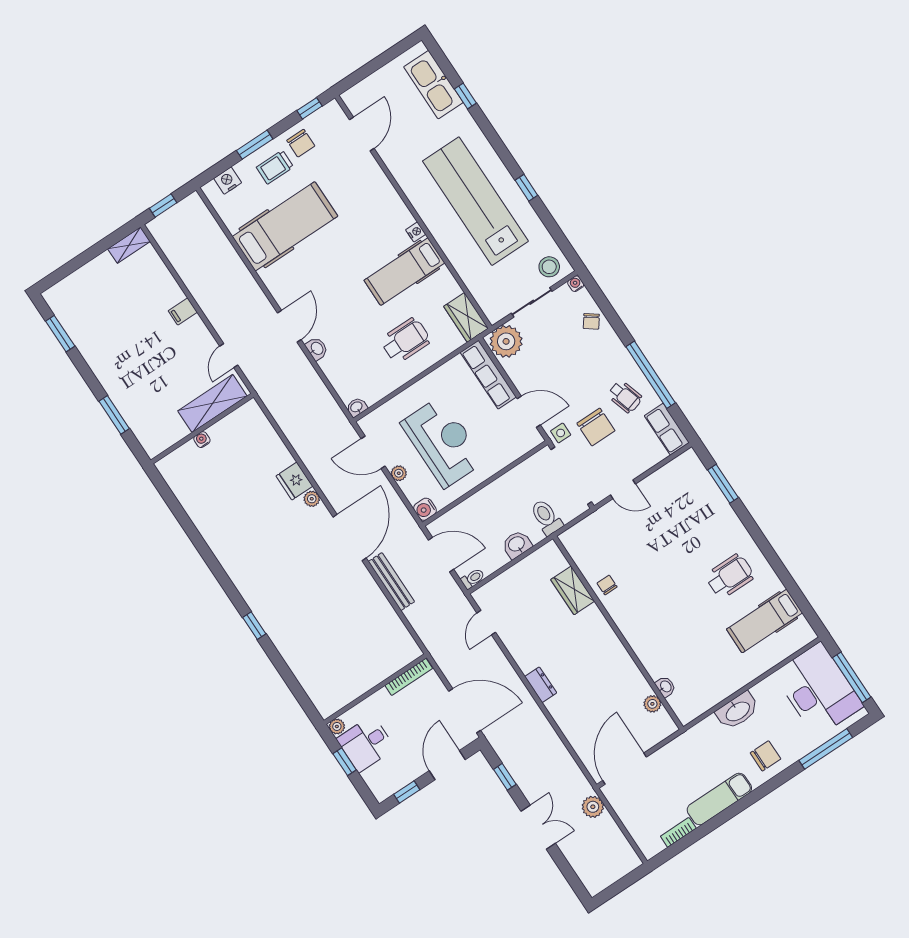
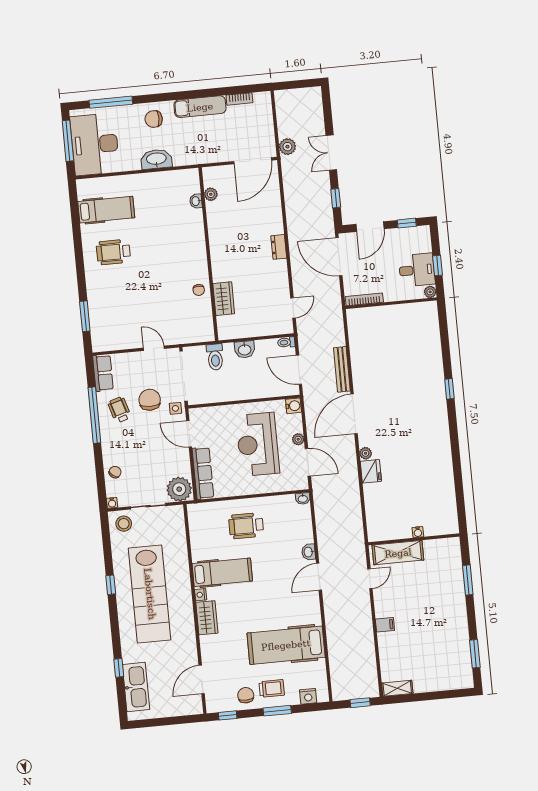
wardrobe: (466, 317) -> (207, 618), moved

